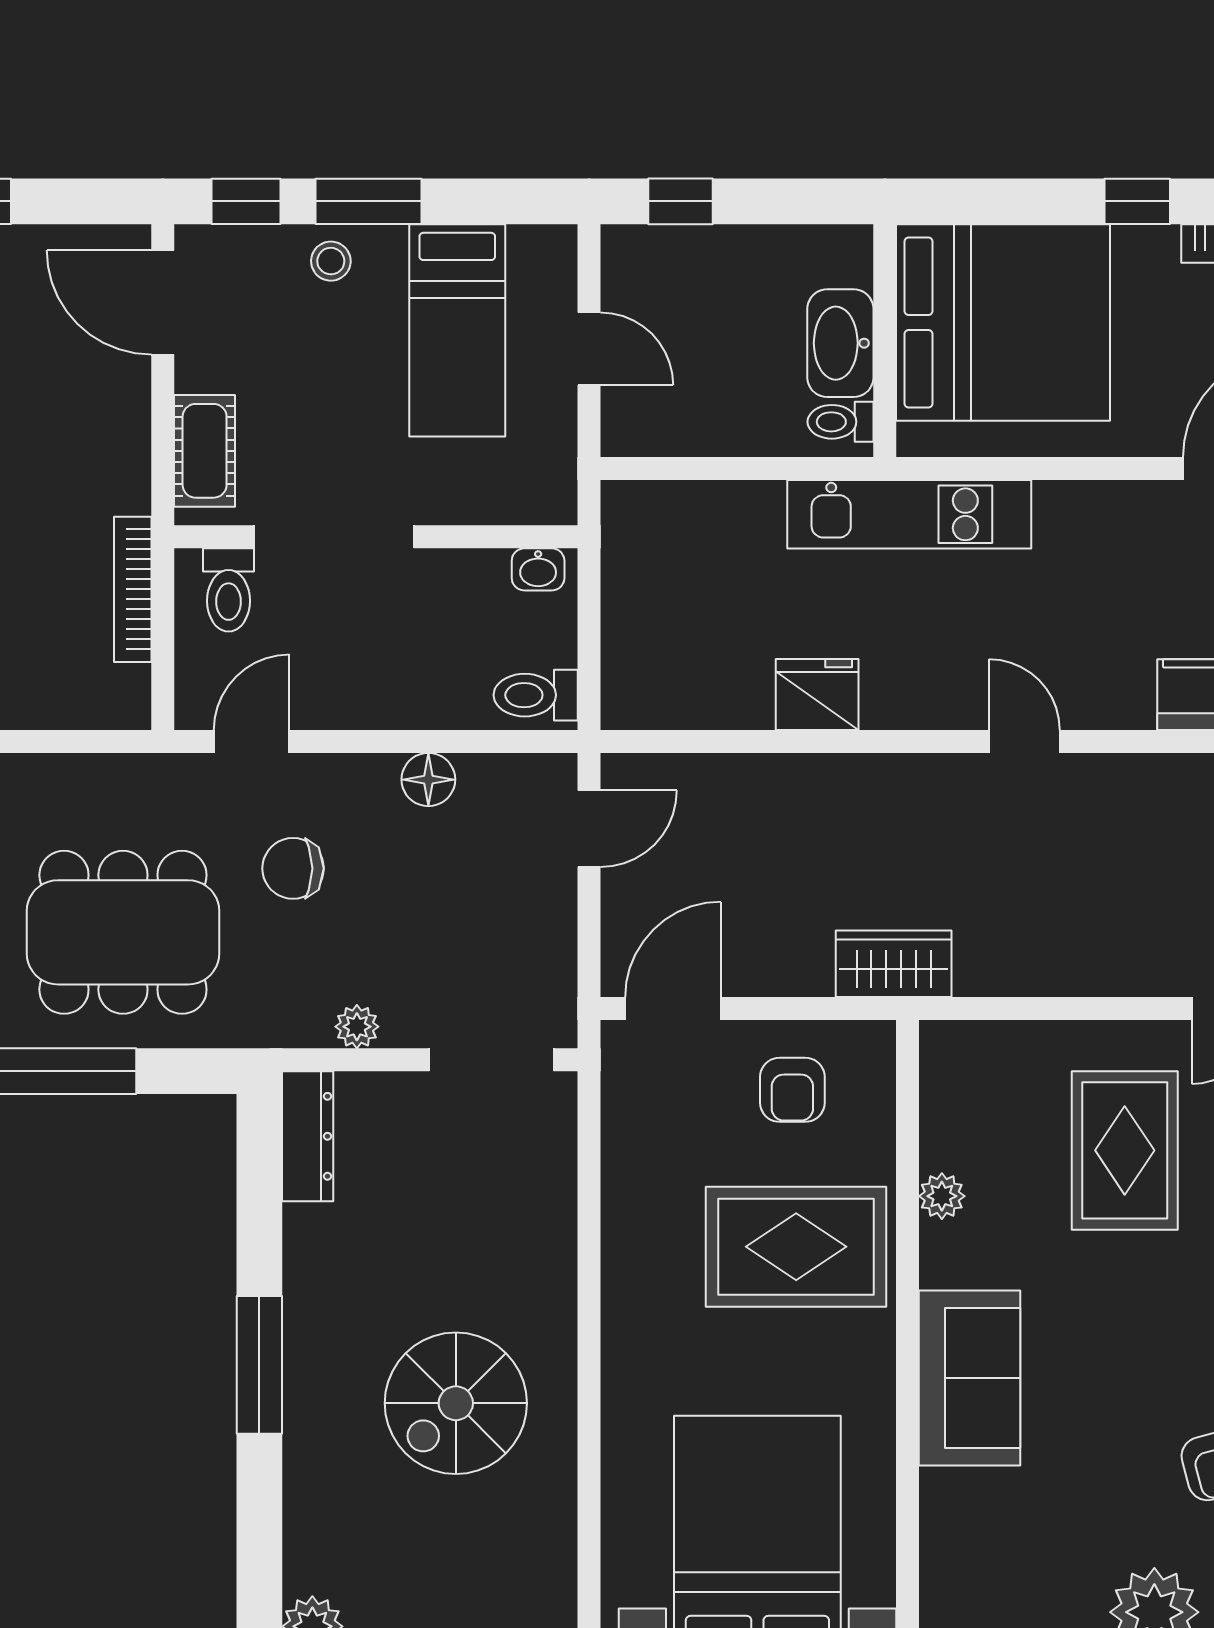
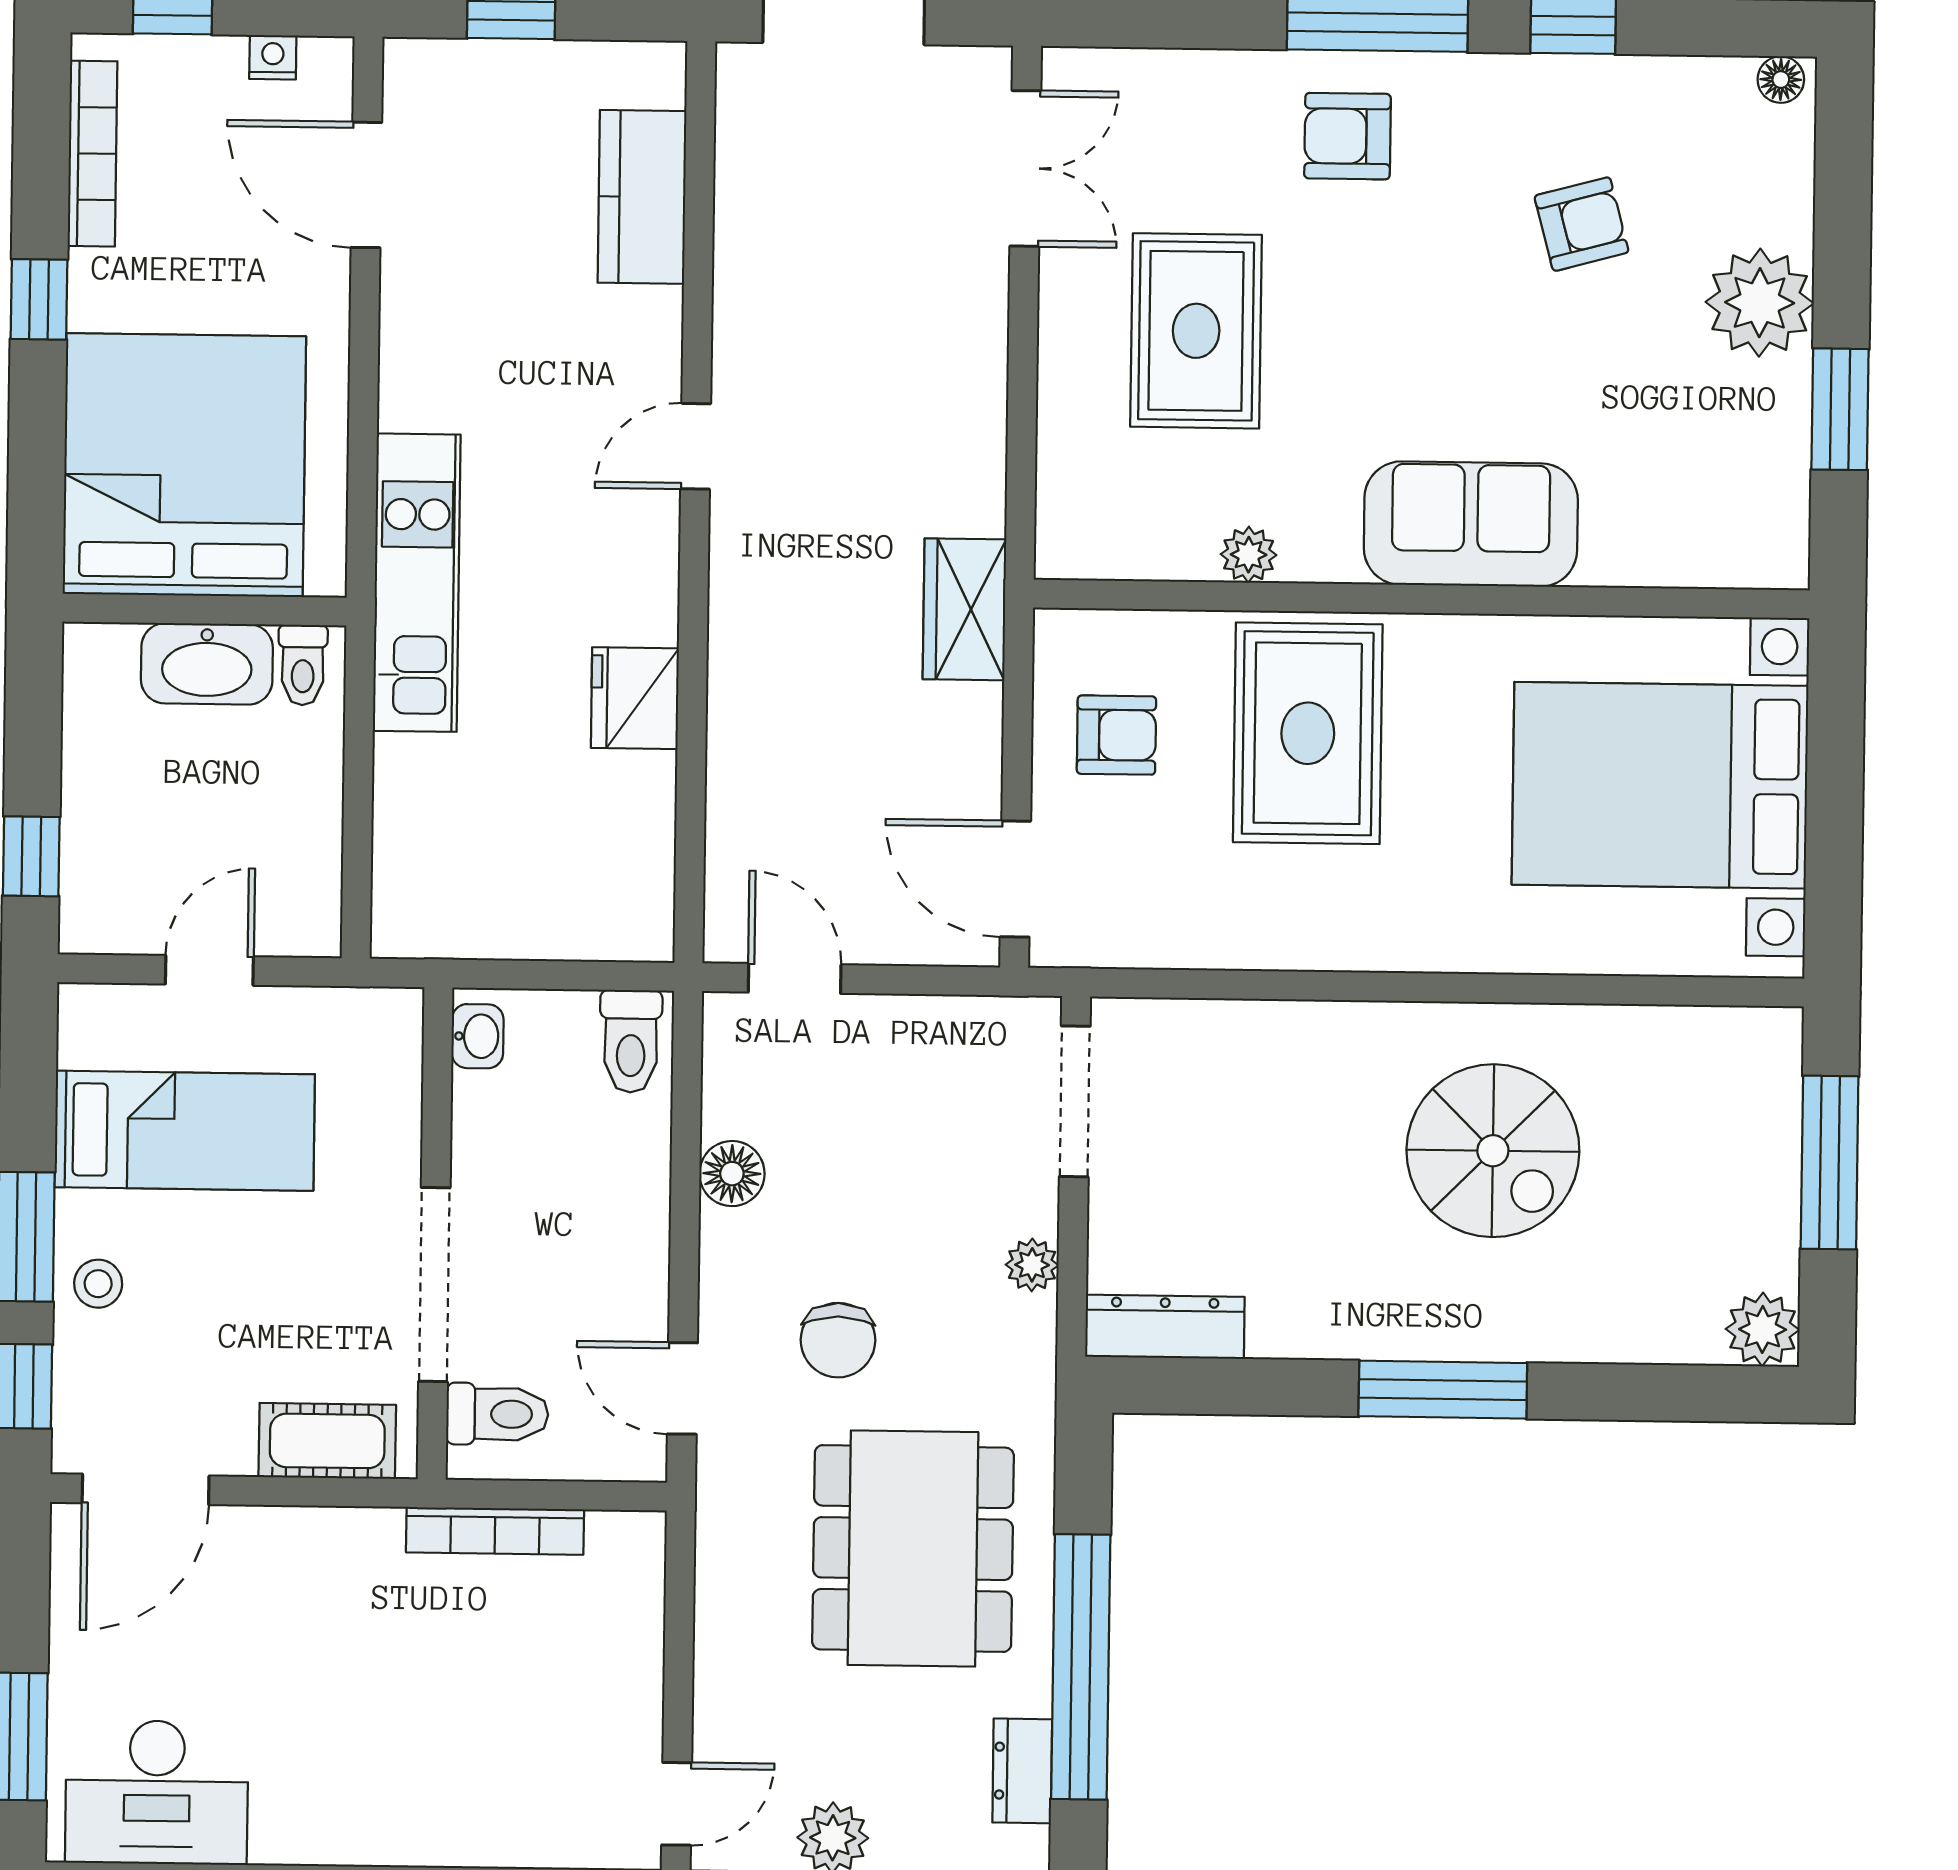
rug: (1125, 1150) -> (1196, 331), turned 90

